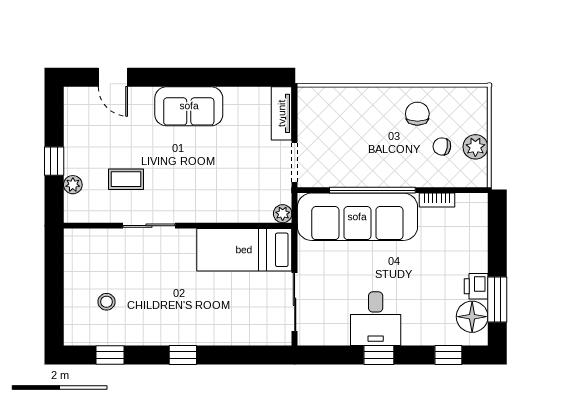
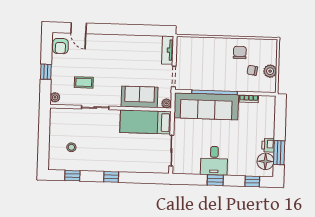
sofa: (189, 106) -> (140, 97), moved, turned 180
armchair: (80, 112) -> (60, 46), added
plant: (73, 185) -> (55, 97), moved

